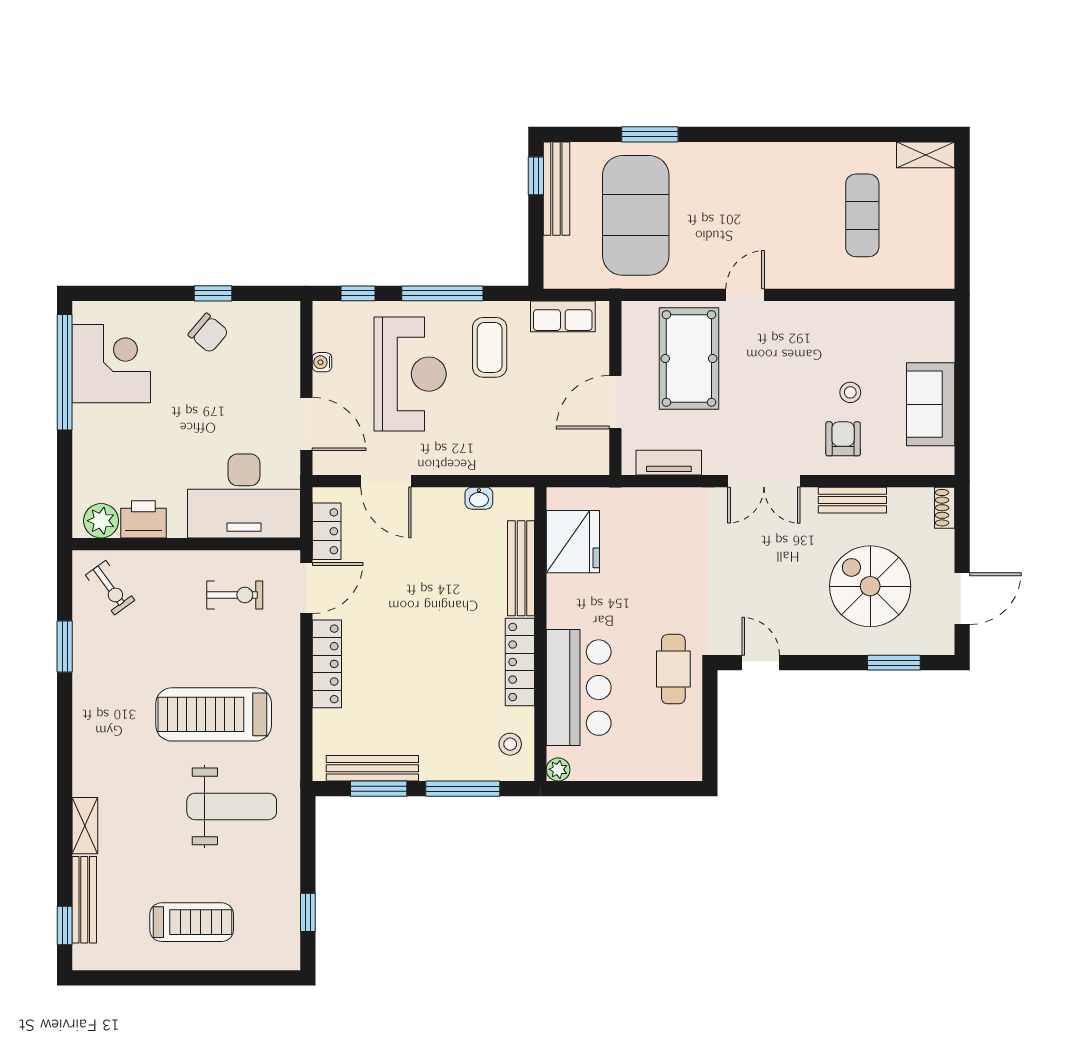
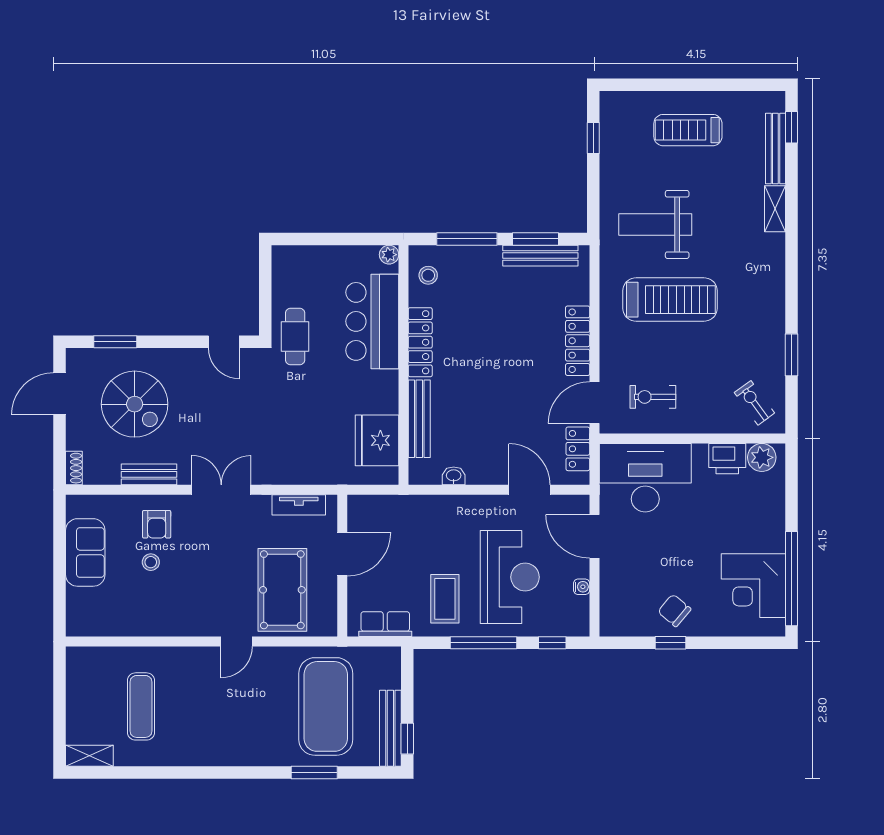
reception desk: (410, 374) -> (510, 577), turned 180

